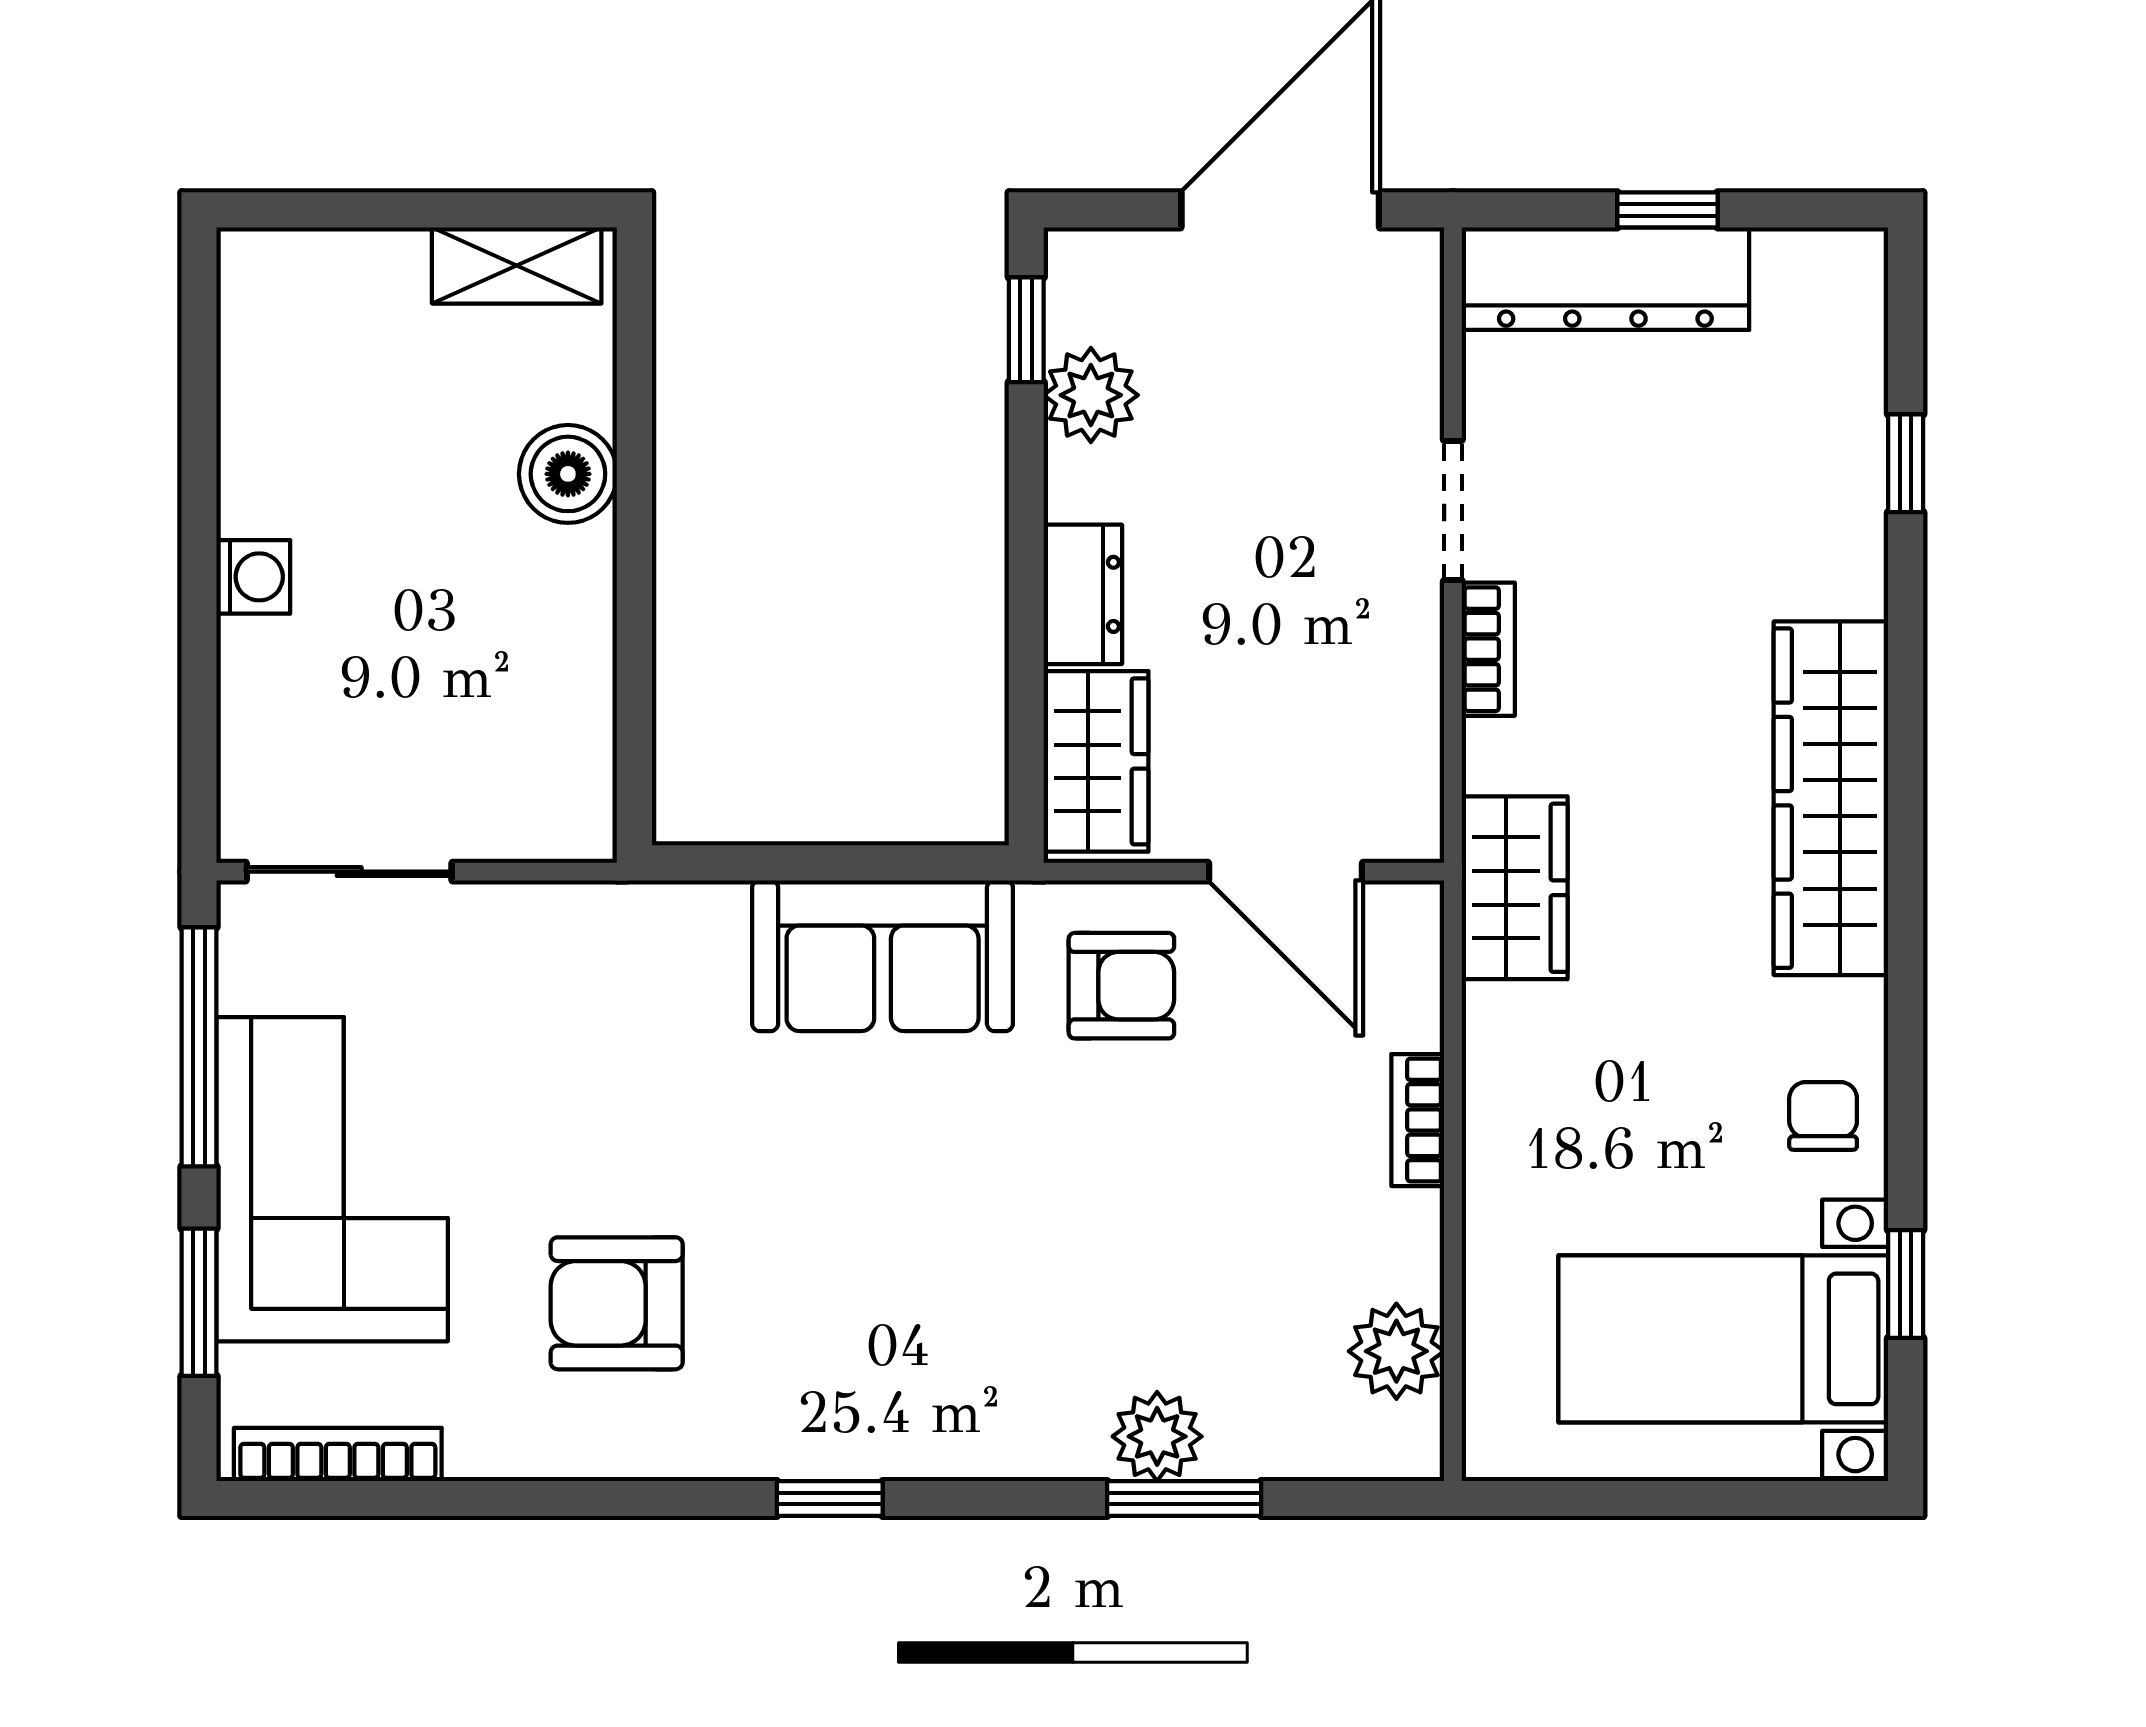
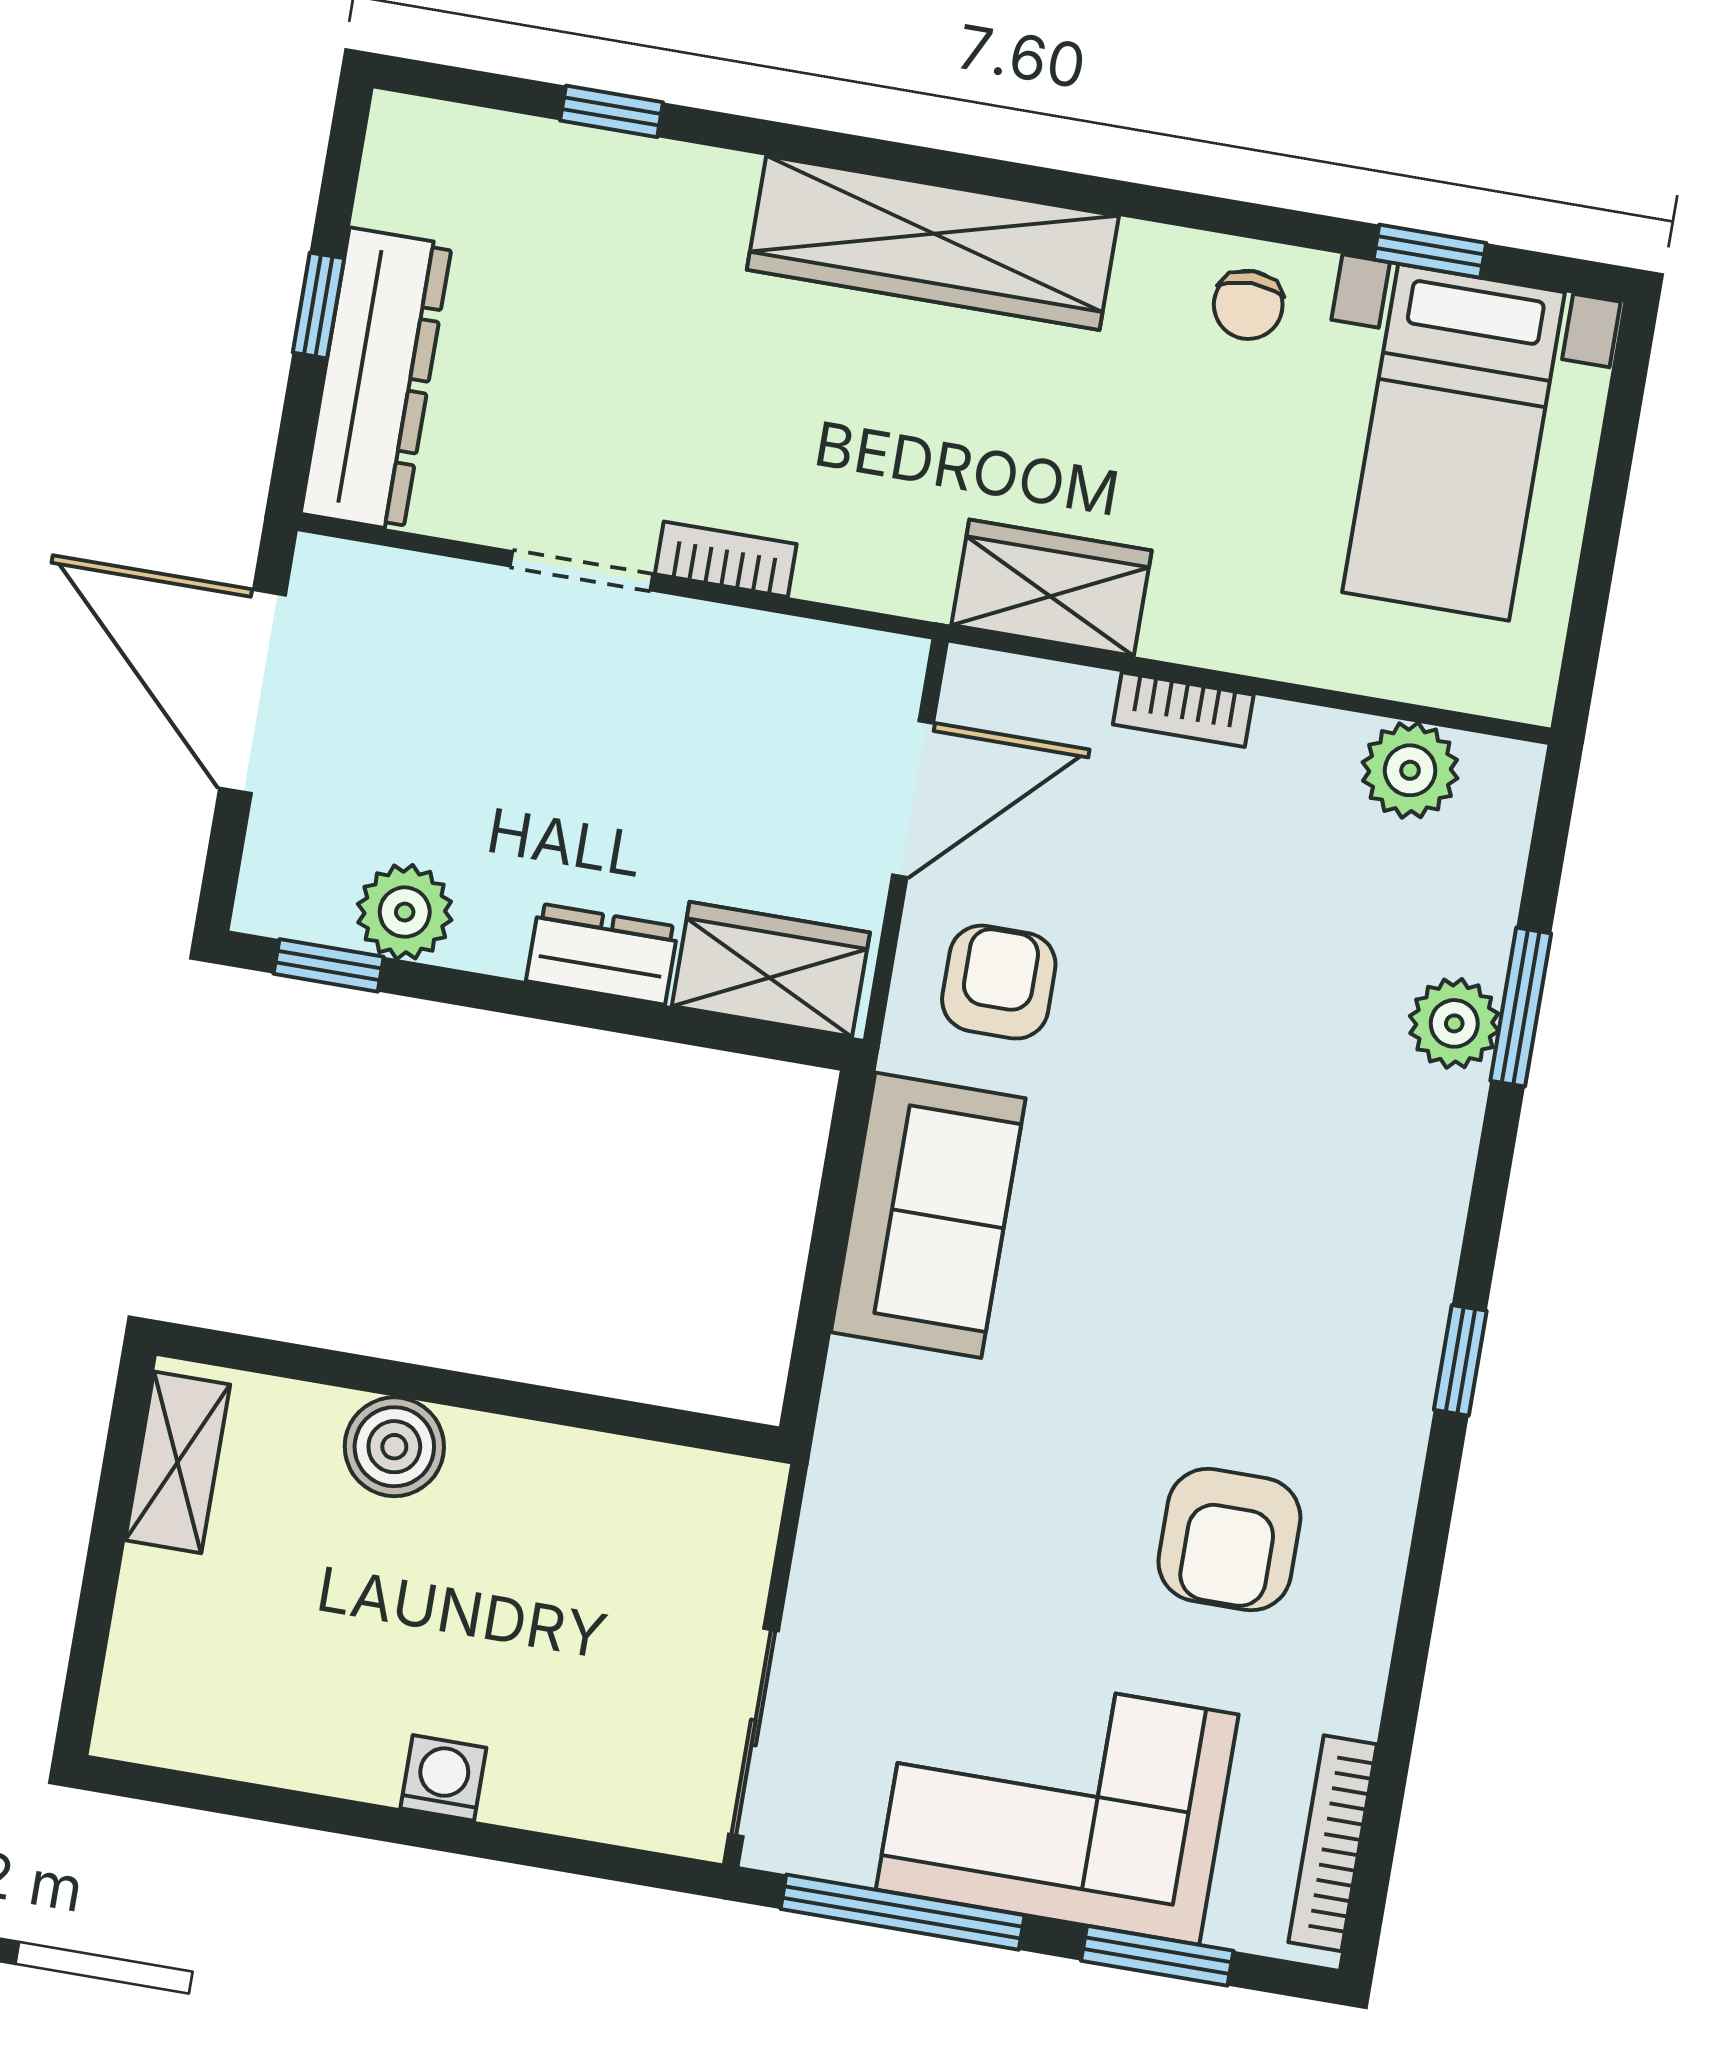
wardrobe: (1515, 888) -> (1052, 588), moved
chair: (1823, 1116) -> (1248, 305), turned -90

